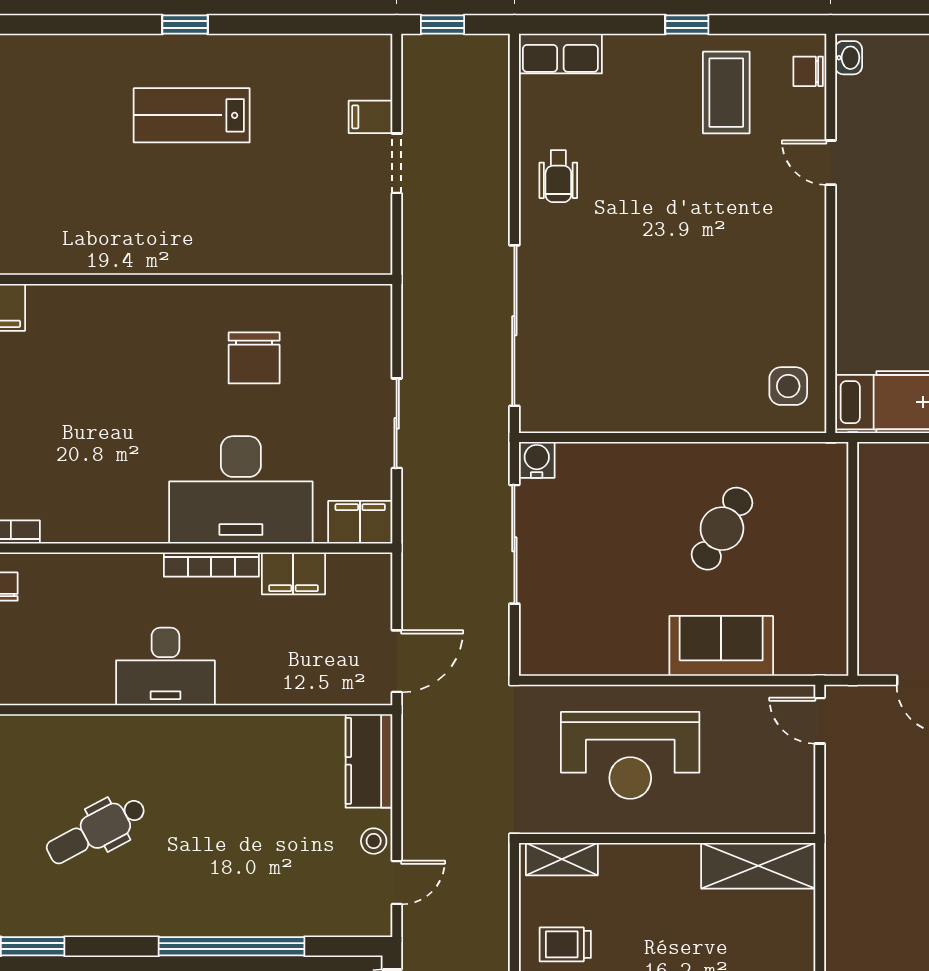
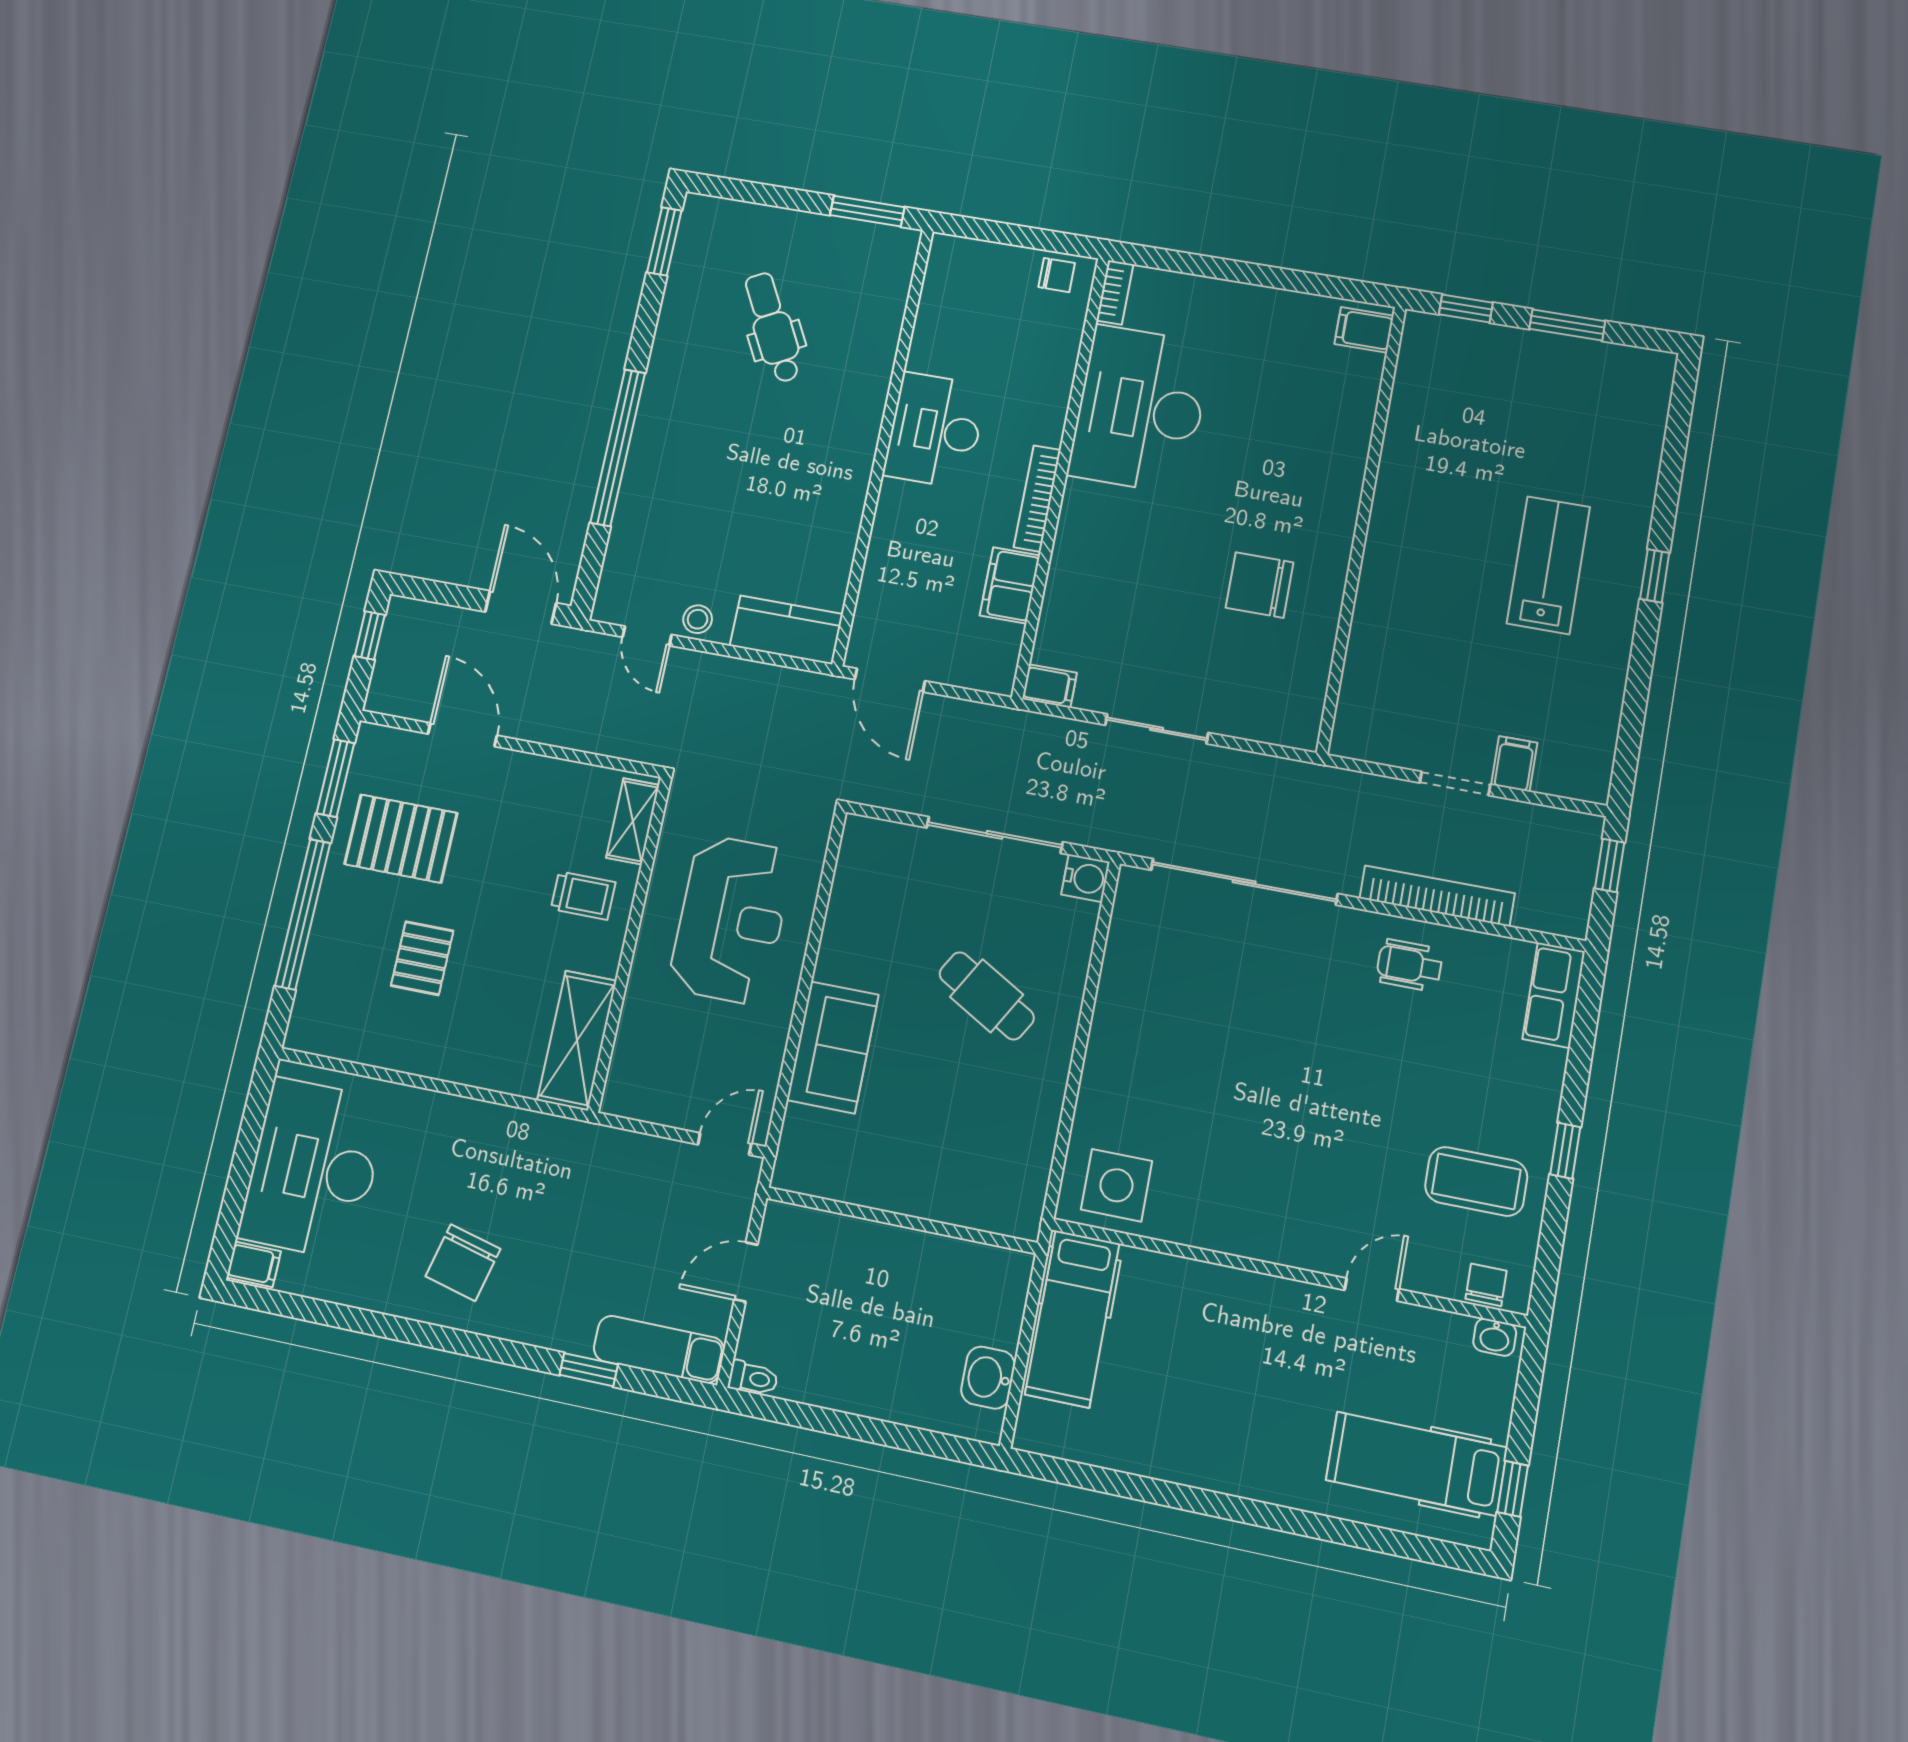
bookcase: (495, 163) -> (1437, 896), added
side table: (788, 386) -> (1116, 1185), width x1.37, depth x1.37
desk: (241, 490) -> (1140, 409), moved
filing cabinet: (360, 522) -> (1049, 686), width x0.50
cafe table: (722, 529) -> (987, 996), moved
reception desk: (630, 755) -> (731, 920), turned 180
trolley: (565, 944) -> (583, 895), moved, turned 90

